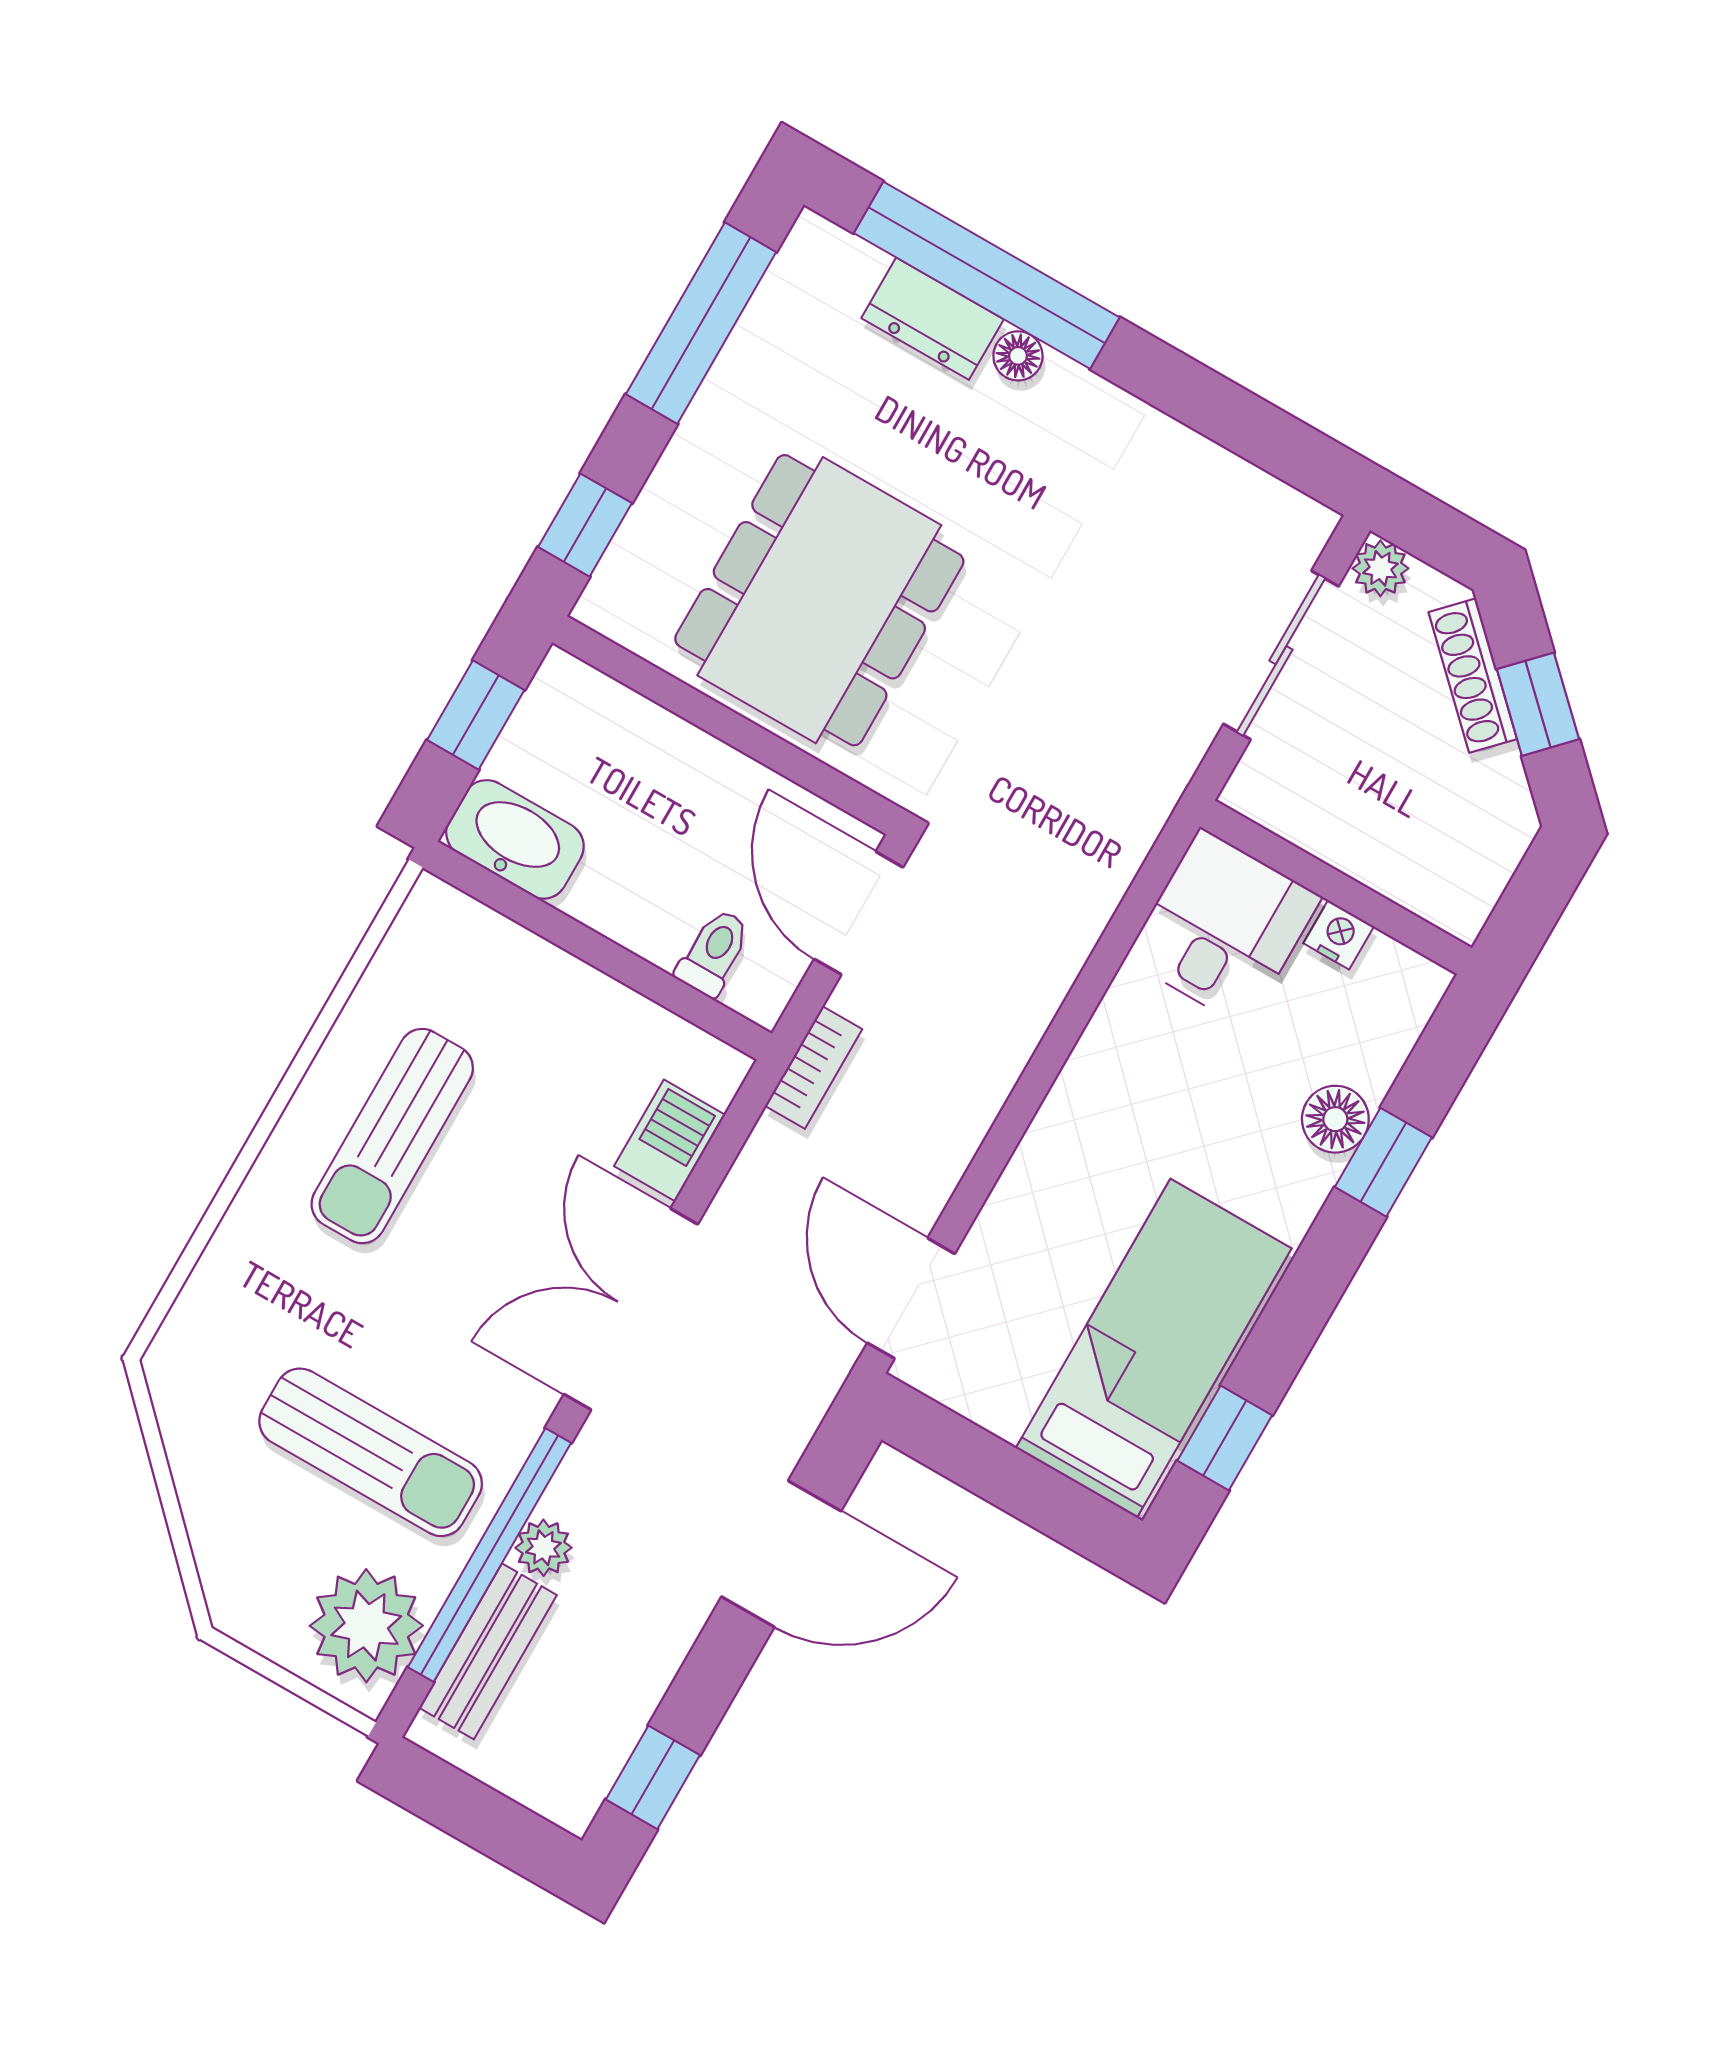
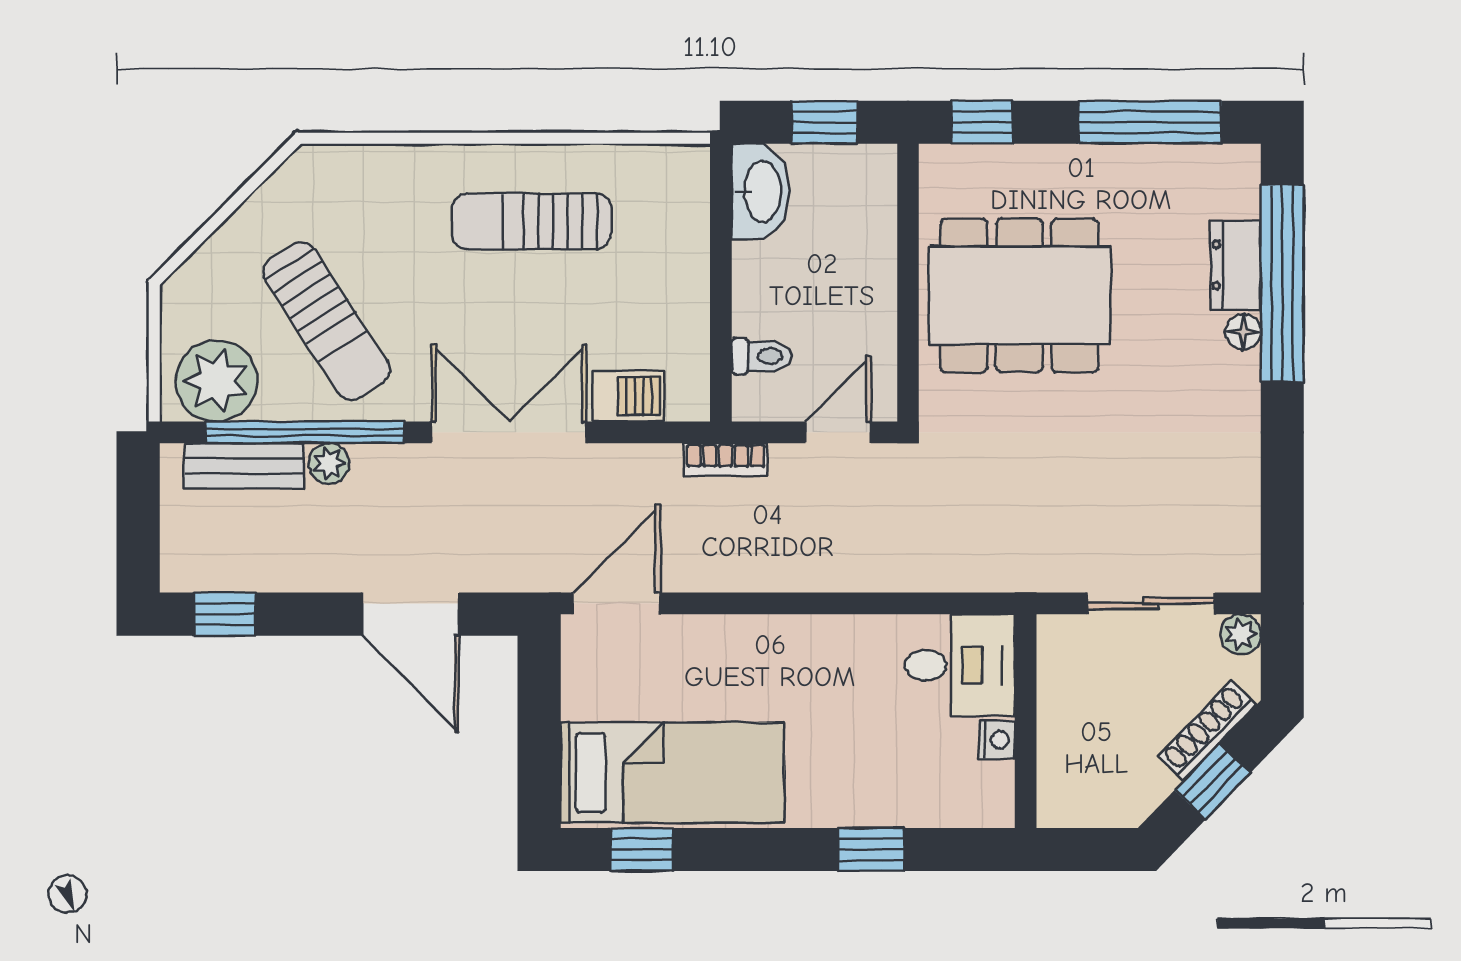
door: (859, 913) -> (838, 432), width x0.73
floor lamp: (1335, 1119) -> (881, 804), removed
sun lounger: (371, 1452) -> (326, 321), turned -33

